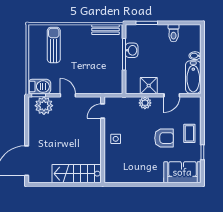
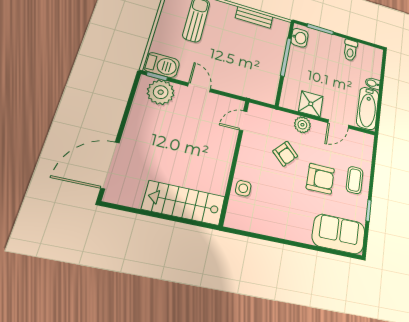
bench: (105, 30) -> (254, 17), moved
washbasin: (132, 50) -> (300, 38), moved
armchair: (136, 127) -> (285, 154), added
side table: (116, 139) -> (243, 188), moved

